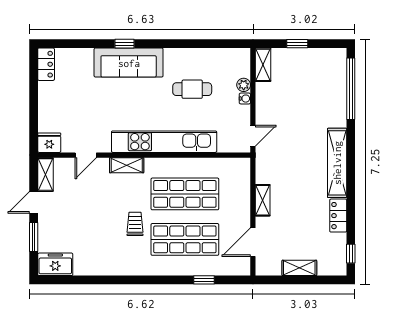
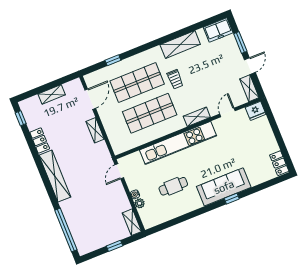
shelving: (111, 265) -> (180, 44), added

